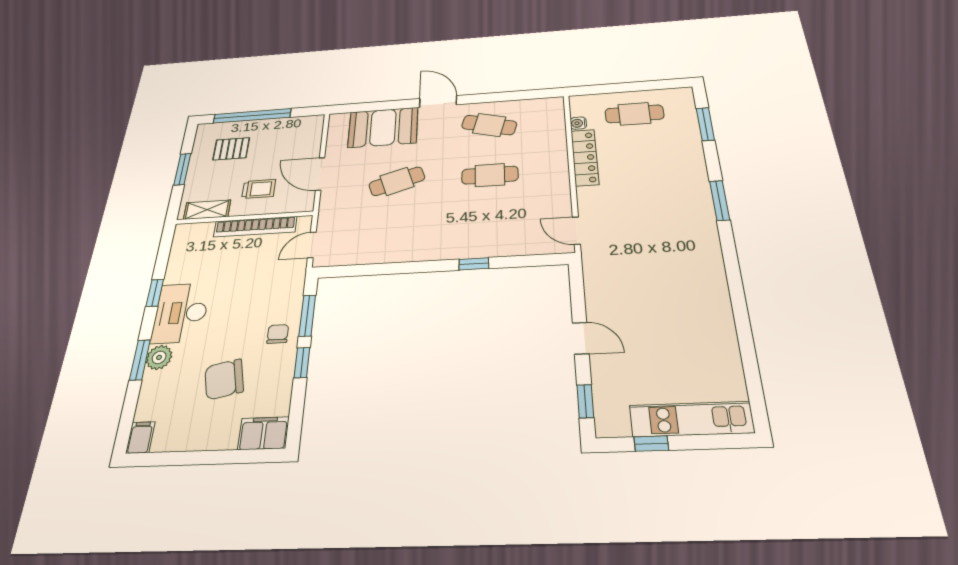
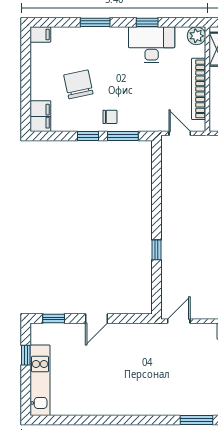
desk: (181, 313) -> (152, 45), moved
plant: (159, 357) -> (196, 36), moved

